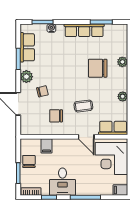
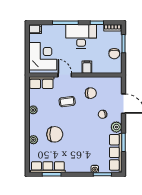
row of seats: (84, 30) -> (48, 167), moved
row of seats: (27, 47) -> (116, 152), width x1.48
filing cabinet: (46, 146) -> (87, 67), moved
desk: (62, 182) -> (81, 36), width x1.37

